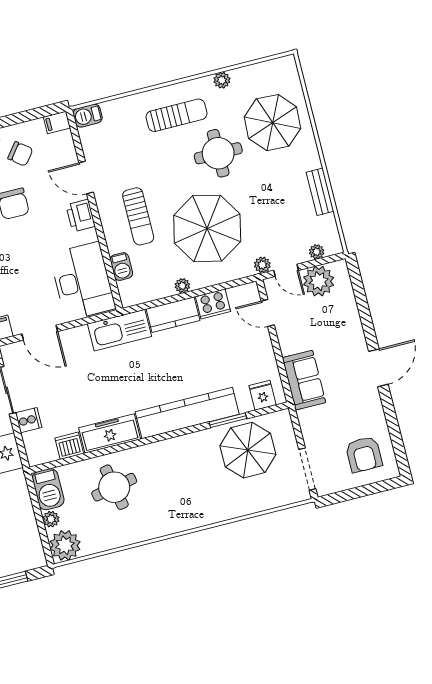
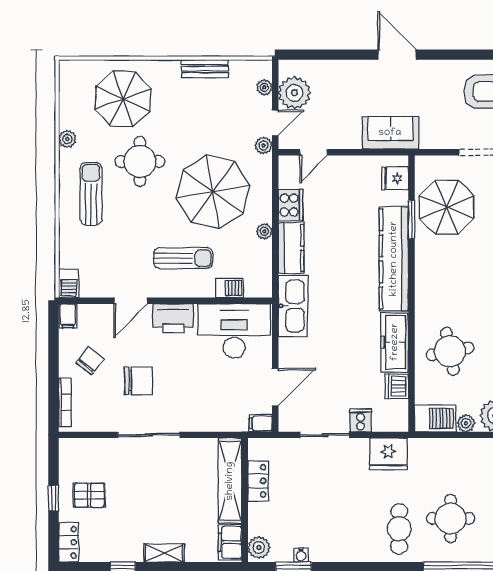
printer: (81, 216) -> (173, 318), width x1.37, depth x1.19

